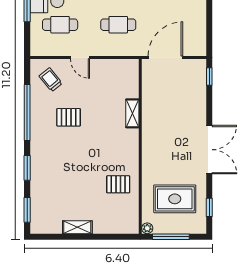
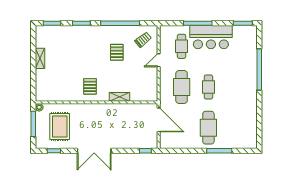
cafe table: (118, 25) -> (182, 87), width x1.37, depth x1.35
pallet: (118, 184) -> (90, 86), moved

